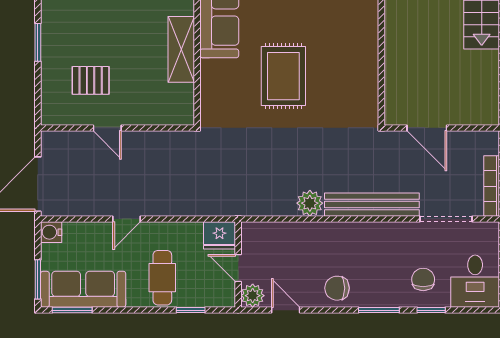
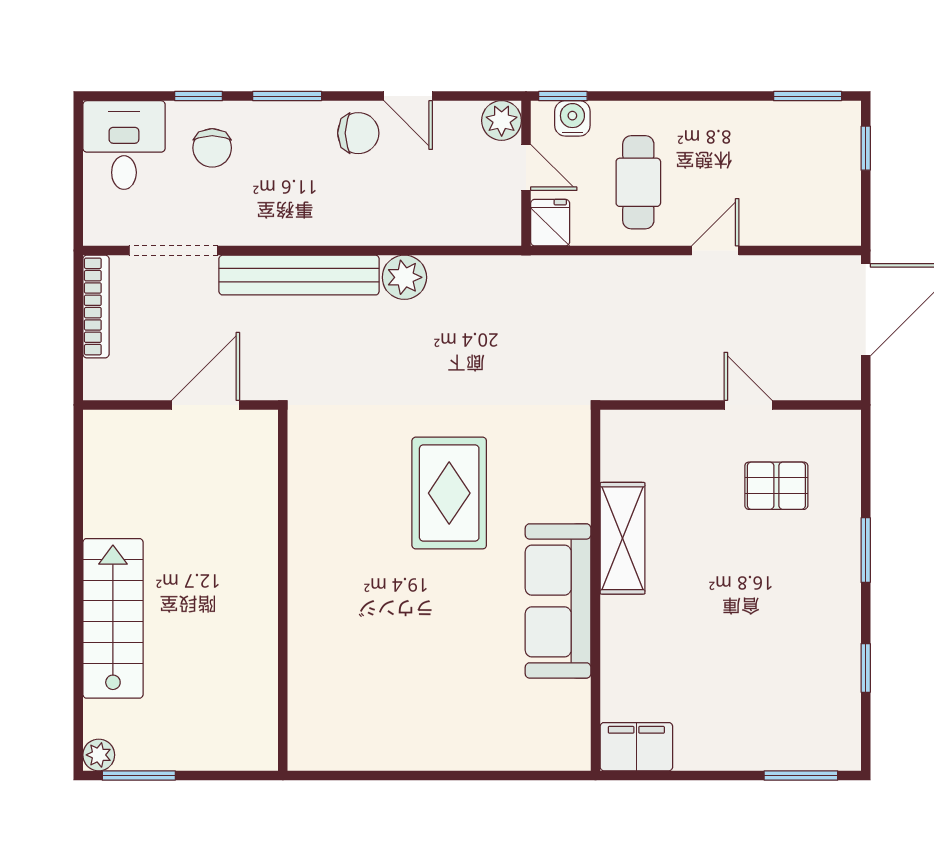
door: (427, 128) -> (206, 405), hinge flipped
water cooler: (51, 232) -> (572, 118), moved, turned -90
fridge: (220, 235) -> (550, 223), width x0.72
cafe table: (162, 278) -> (638, 182), moved
window: (38, 279) -> (866, 148), width x0.67
sofa: (83, 289) -> (789, 131), removed
window: (191, 310) -> (563, 96), moved
door: (286, 310) -> (408, 96), moved

